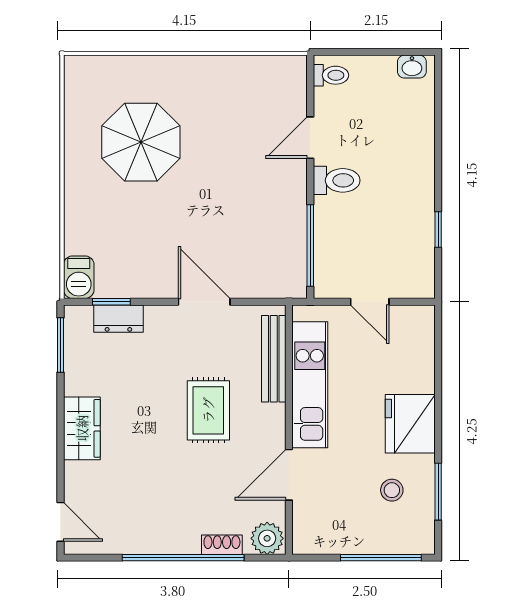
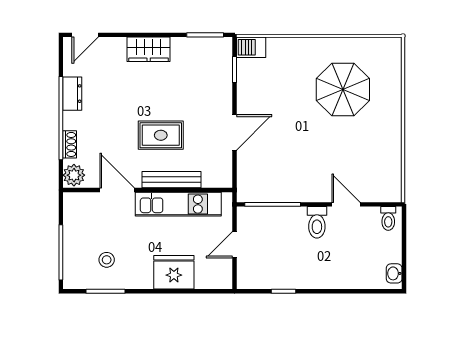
dresser: (118, 319) -> (72, 94), moved, turned 180
bench: (274, 359) -> (172, 180), moved
fridge: (410, 424) -> (174, 272), moved

